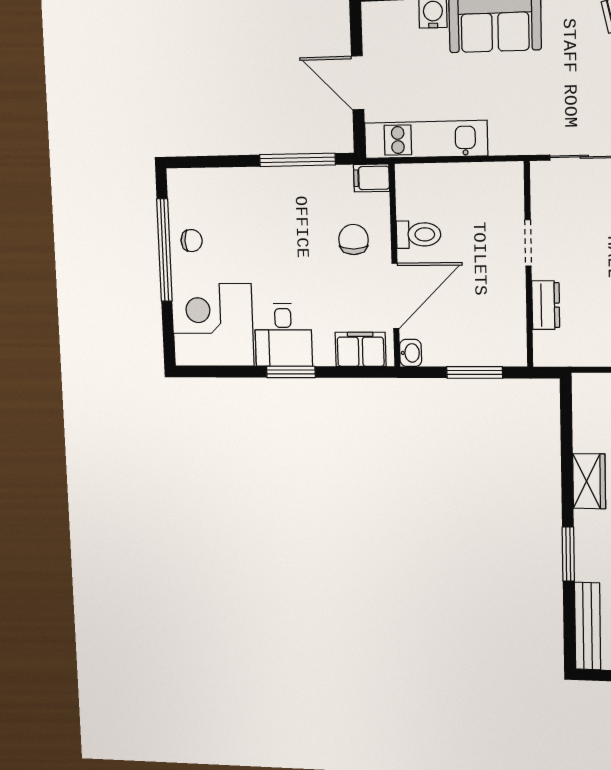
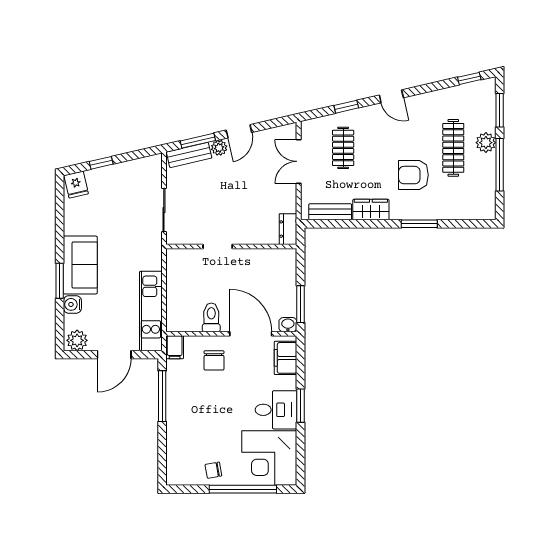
plant: (378, 23) -> (77, 340), added
chair: (353, 240) -> (214, 360), turned -90
chair: (192, 241) -> (213, 470), turned -100
window: (164, 250) -> (243, 489), moved
dresser: (546, 305) -> (288, 229), moved, turned -90
window: (475, 372) -> (301, 304), moved
bench: (588, 626) -> (330, 212), moved, width x0.73

